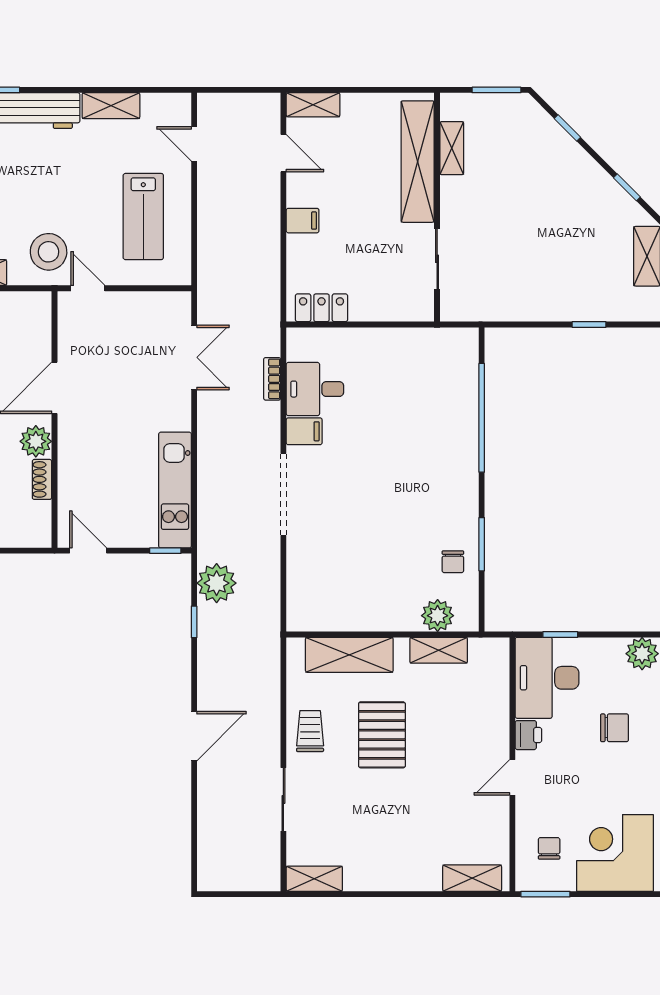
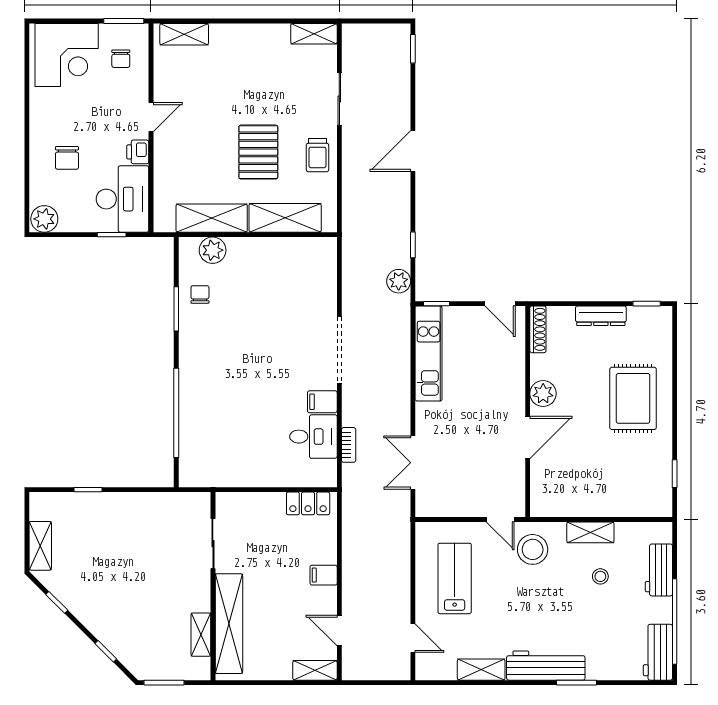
shoe rack: (42, 479) -> (538, 329), moved, width x1.43
plant: (217, 583) -> (399, 281), width x0.73, depth x0.73
shelving: (439, 650) -> (212, 218), width x1.50, depth x1.33
chair: (615, 728) -> (67, 158), turned -90
window: (194, 860) -> (413, 49), added

